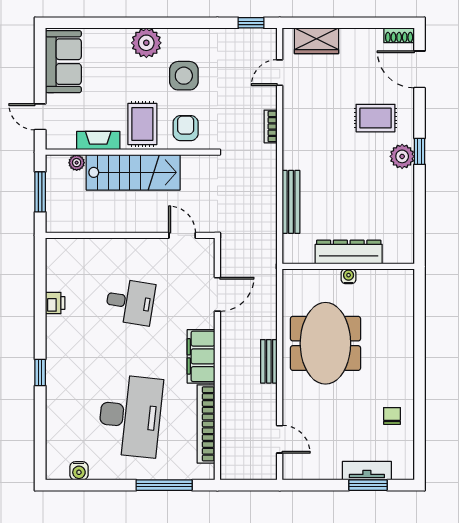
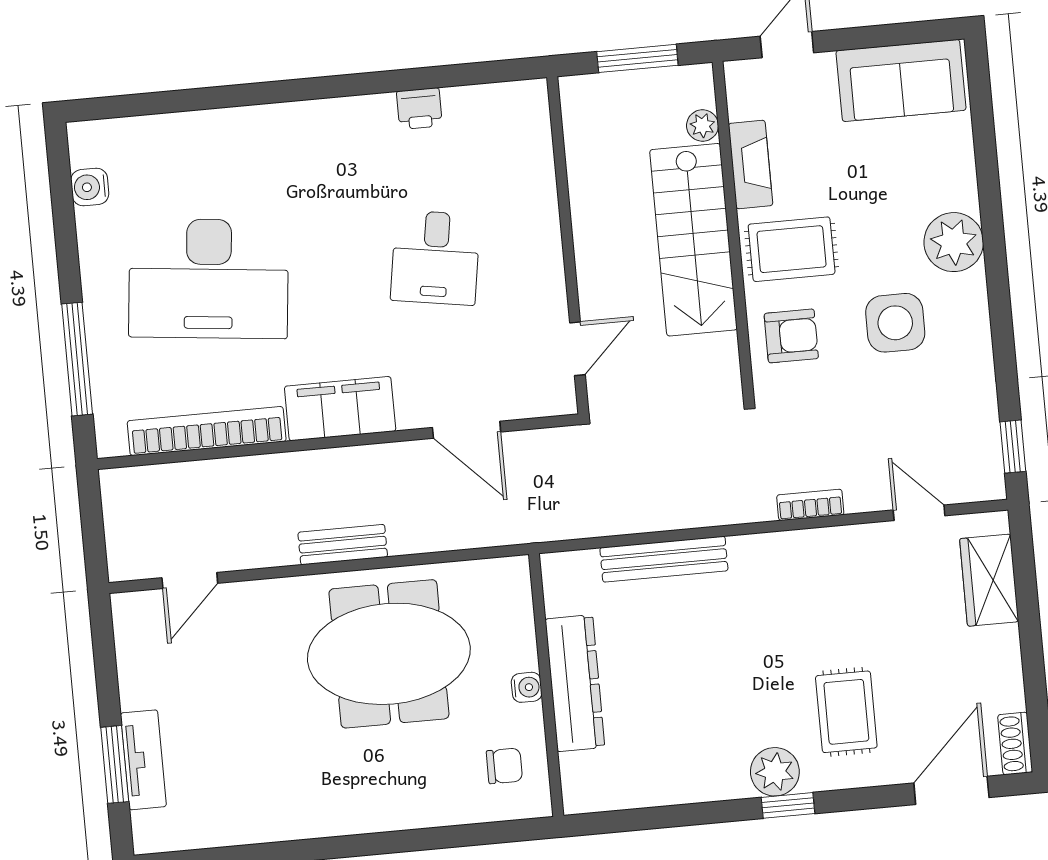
window: (40, 373) -> (278, 92), removed
chair: (392, 416) -> (504, 766), moved

